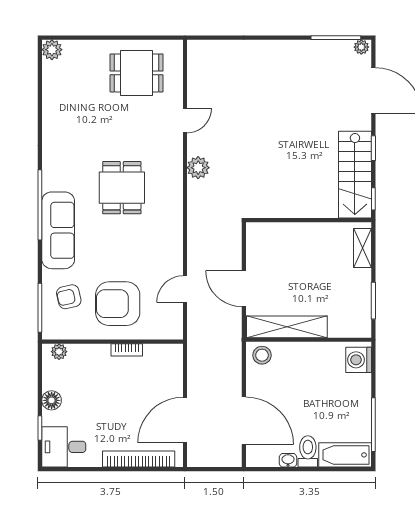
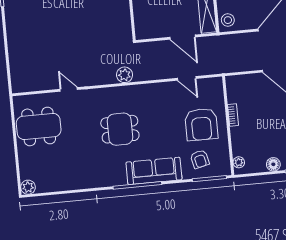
dining table: (137, 73) -> (39, 126), width x1.38
plant: (198, 168) -> (125, 75), moved
door: (244, 289) -> (183, 37), hinge flipped

